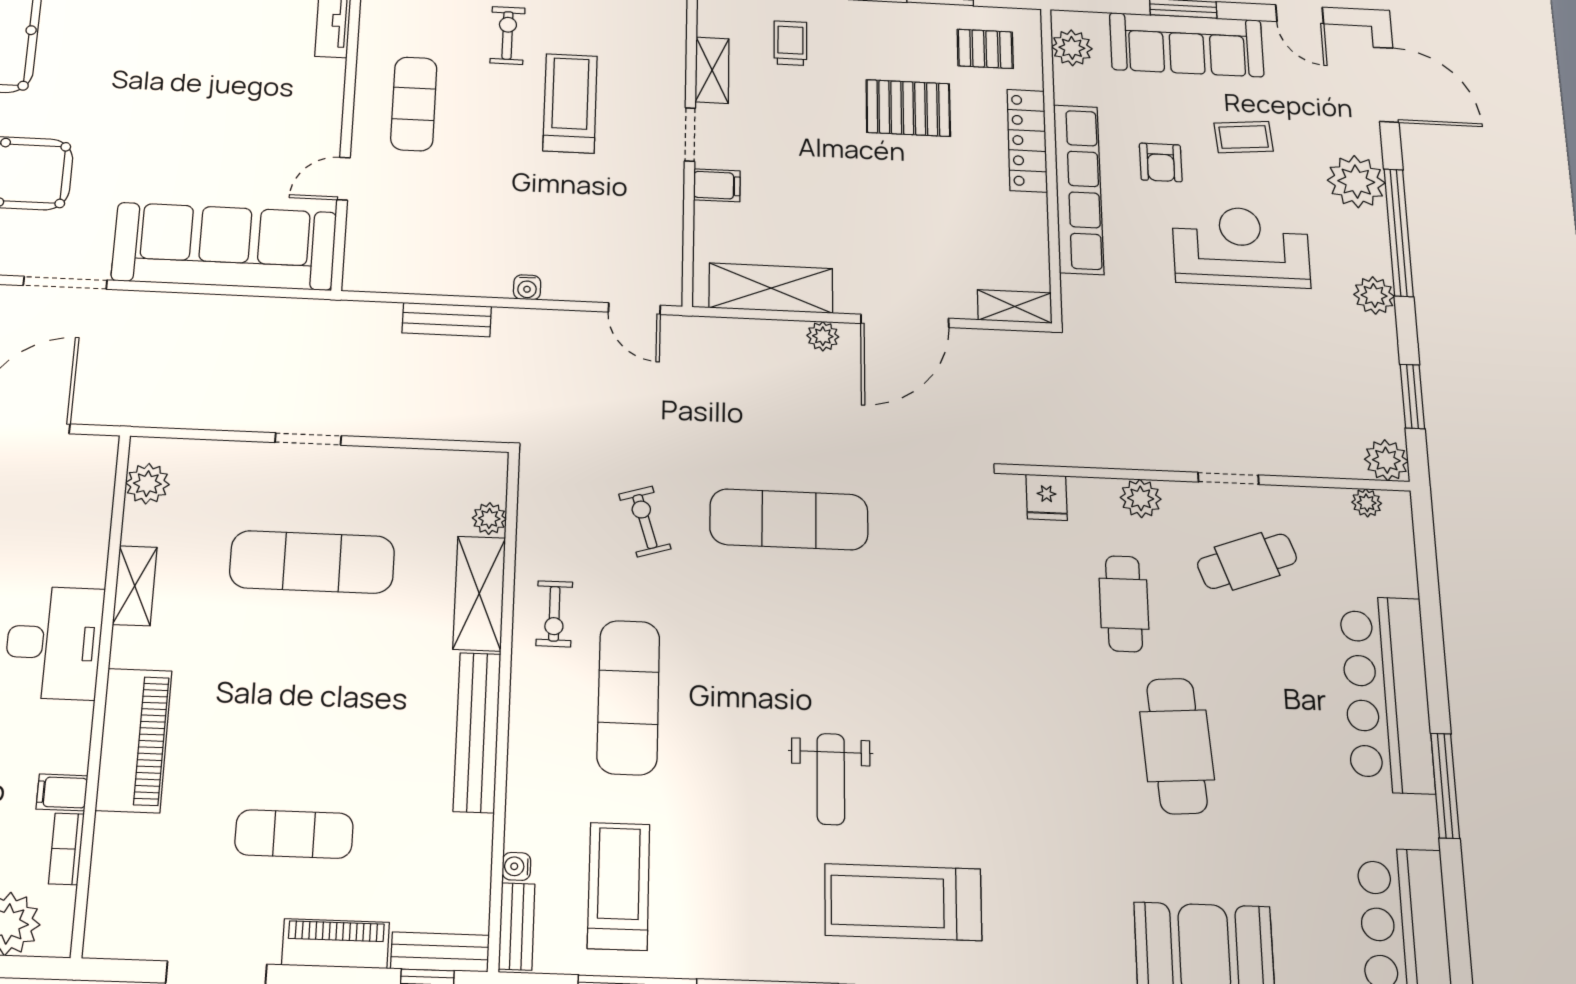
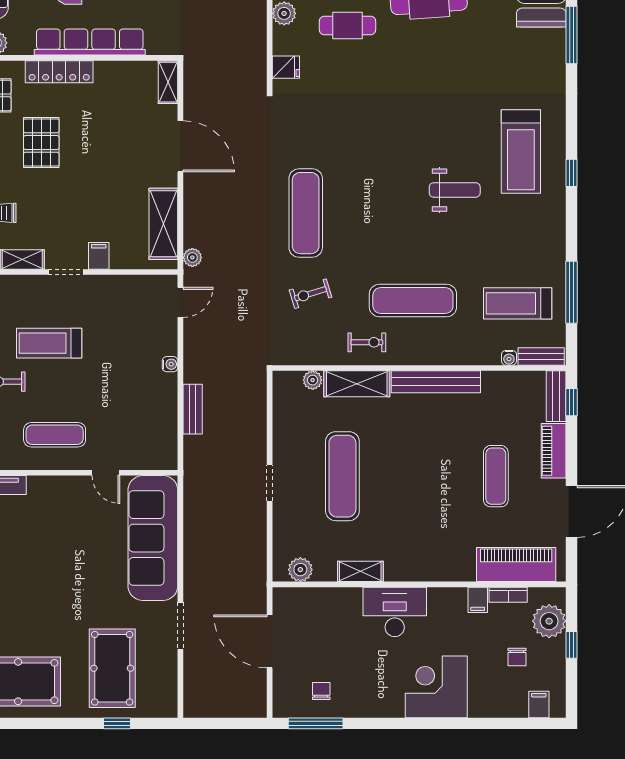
plant: (823, 336) -> (192, 257), moved
piano: (134, 740) -> (516, 565), moved

